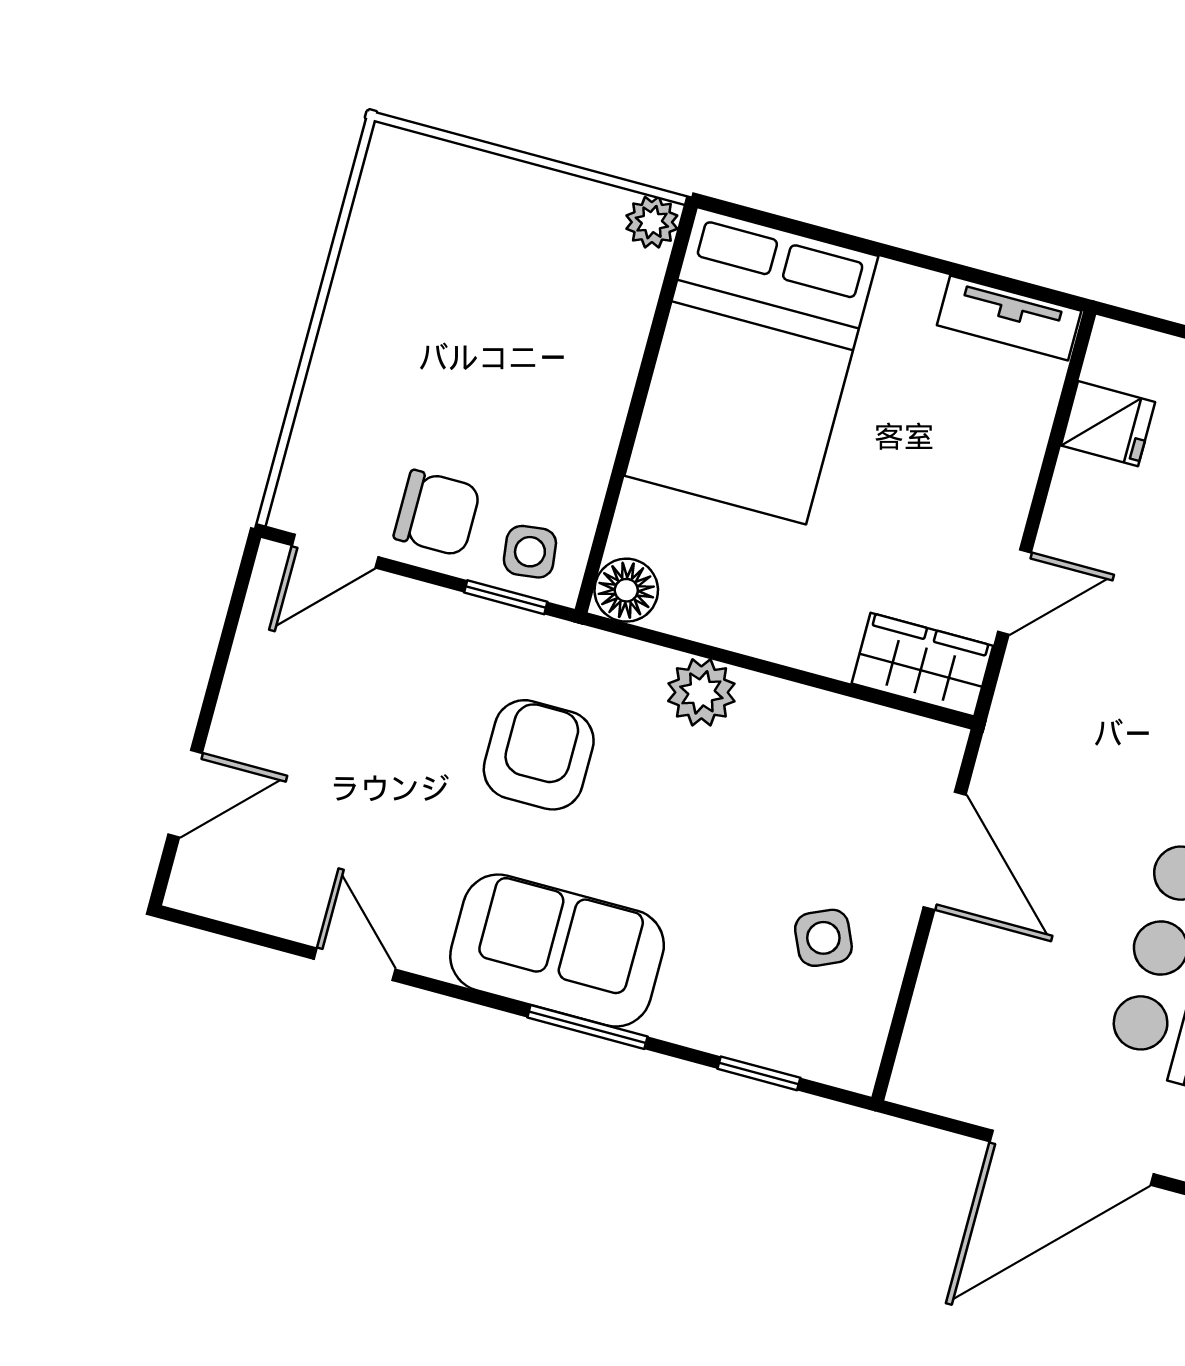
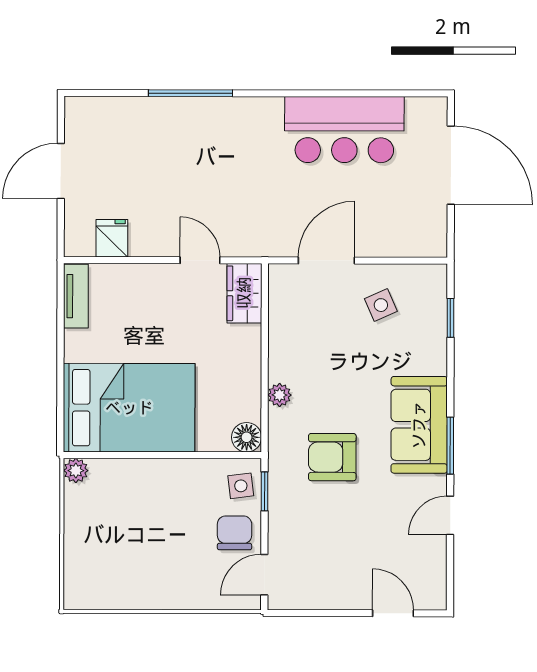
door: (335, 551) -> (264, 575), swing flipped
plant: (701, 692) -> (280, 395), width x0.73, depth x0.73
window: (587, 1027) -> (450, 446), moved

